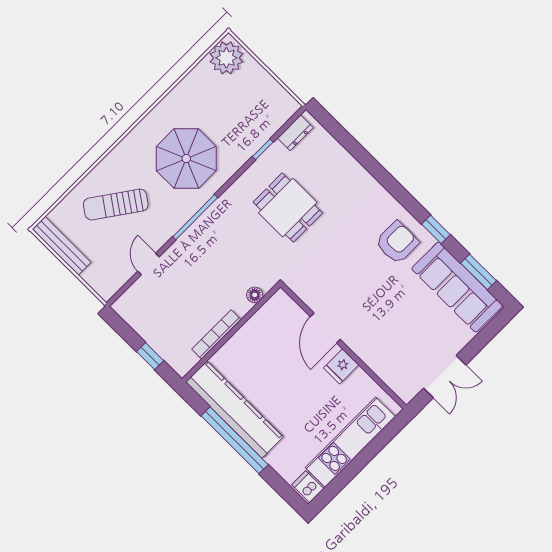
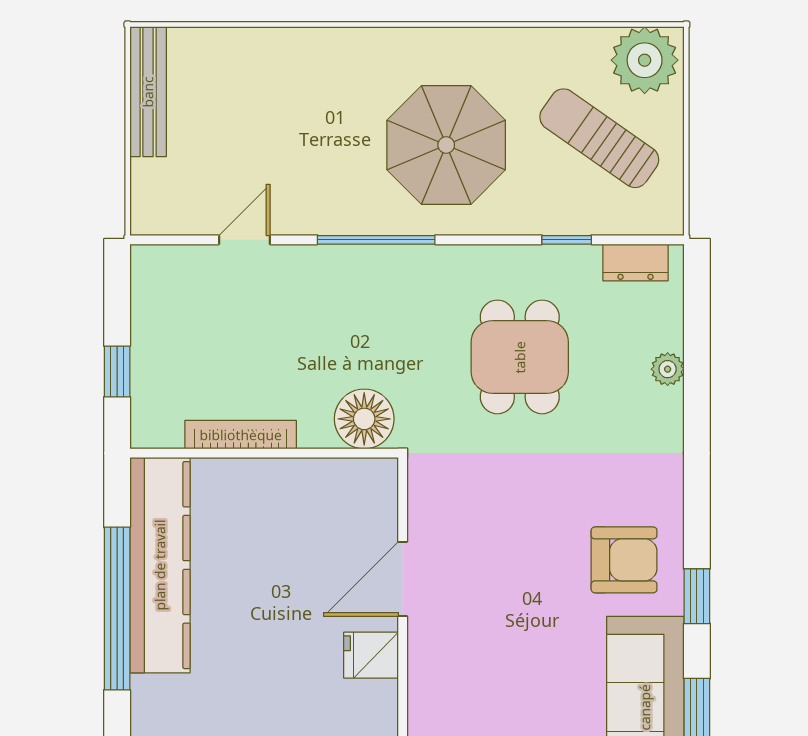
plant: (345, 159) -> (668, 369), added
sun lounger: (116, 205) -> (599, 138), moved
floor lamp: (255, 295) -> (364, 419), width x1.89, depth x1.89

